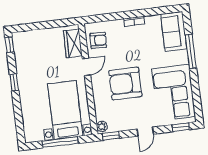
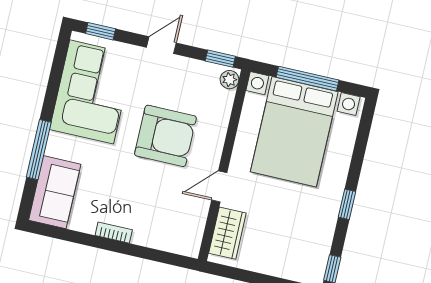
armchair: (98, 40) -> (184, 223), removed
bed with nightstands: (65, 110) -> (294, 132), width x1.36

